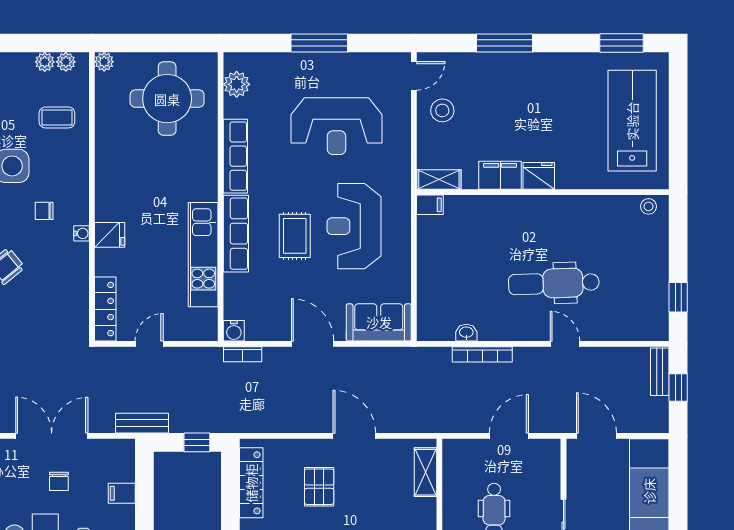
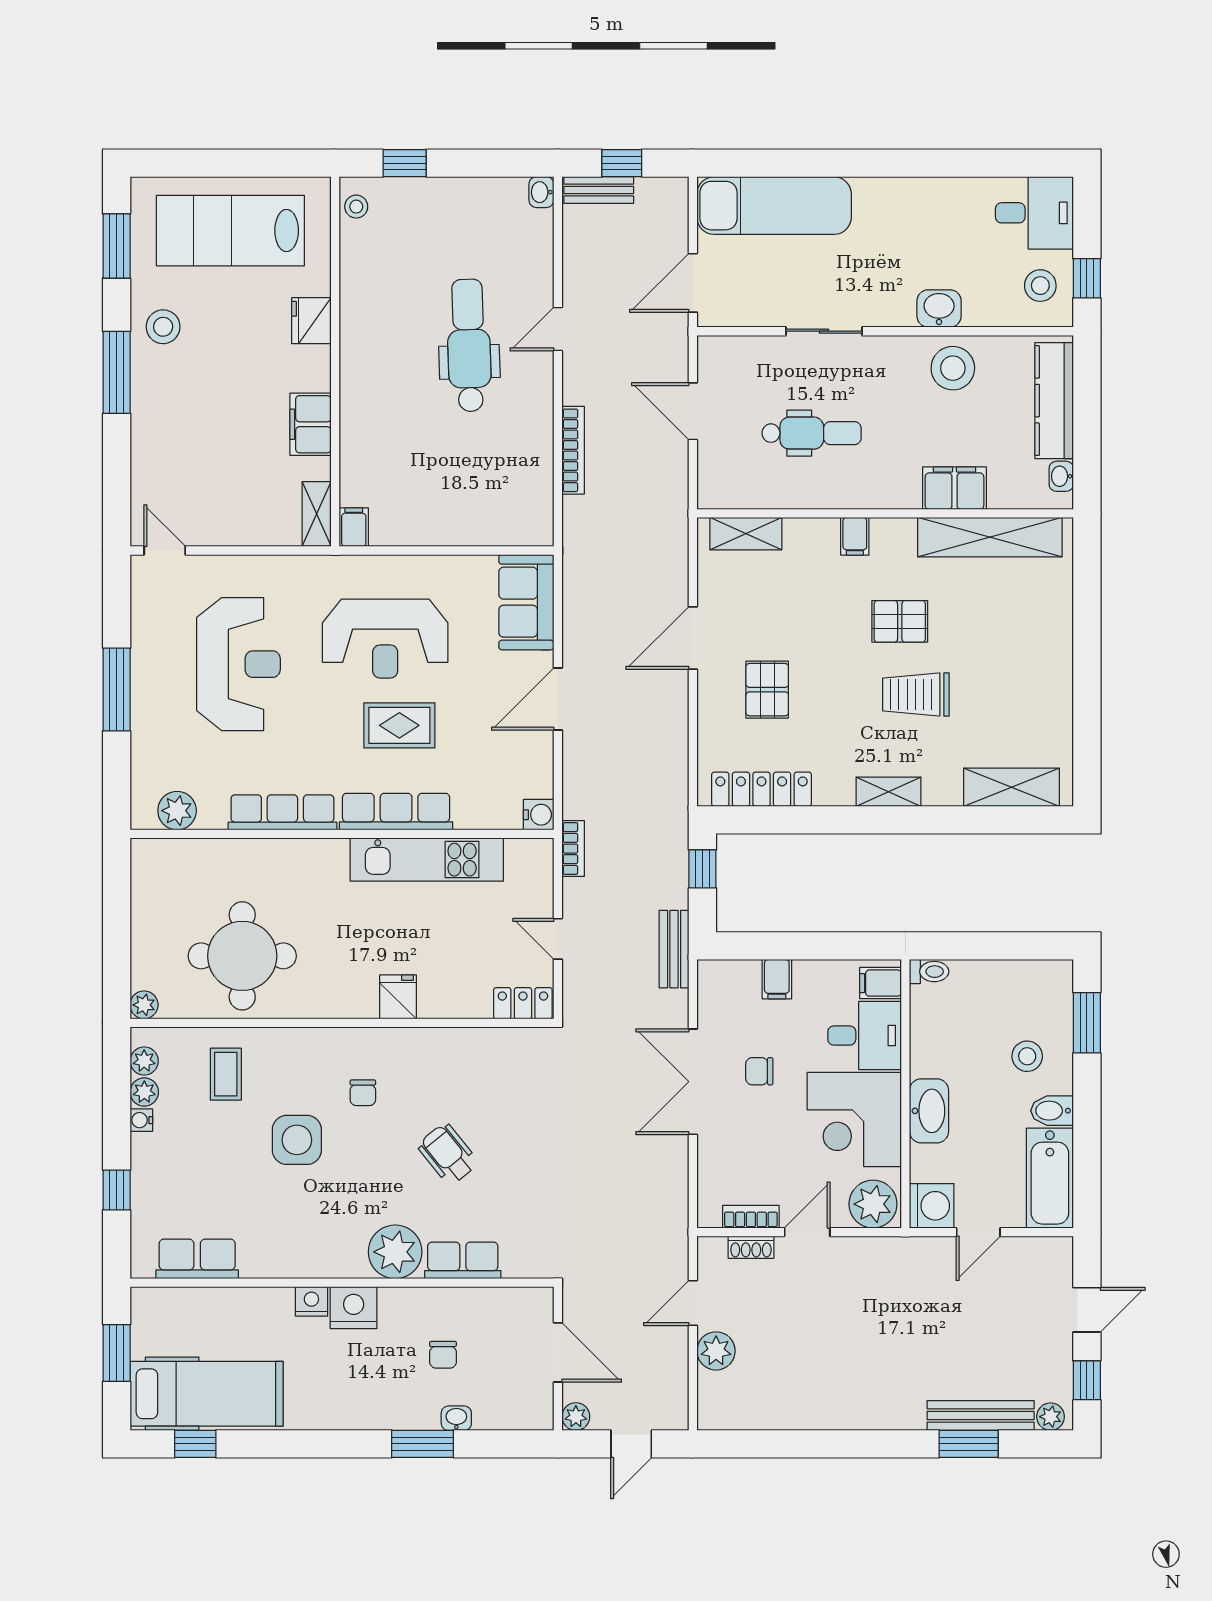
window: (505, 43) -> (117, 372), moved
round table: (167, 99) -> (242, 956), moved
stool: (442, 110) -> (163, 327), moved
fridge: (539, 176) -> (311, 321), moved
water cooler: (81, 233) -> (141, 1120), moved, turned -90
dental chair: (554, 283) -> (469, 345), turned 180
window: (678, 297) -> (405, 163), moved
locker: (105, 309) -> (523, 1003), width x0.66
washbasin: (466, 333) -> (541, 192), moved
bookcase: (243, 354) -> (573, 849), moved
chair: (59, 481) -> (759, 1071), turned 180
pallet: (319, 487) -> (767, 690), turned 90

